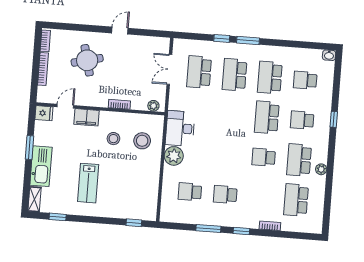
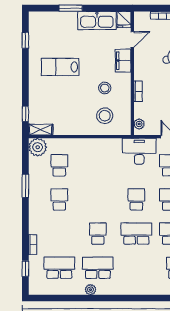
door: (65, 106) -> (132, 39), hinge flipped
window: (334, 119) -> (139, 298), removed
school desk: (302, 120) -> (136, 199), moved
desk: (180, 128) -> (139, 151), moved
window: (30, 148) -> (71, 8), moved
plant: (174, 156) -> (38, 147), moved
kitchen sink: (41, 166) -> (97, 20), moved
shelving: (34, 199) -> (41, 130), moved
window: (241, 231) -> (25, 269), moved

